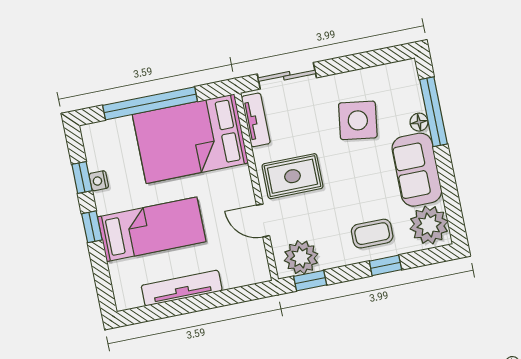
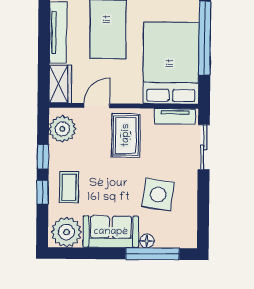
wardrobe: (245, 272) -> (60, 84), added
window: (310, 281) -> (43, 157), moved

